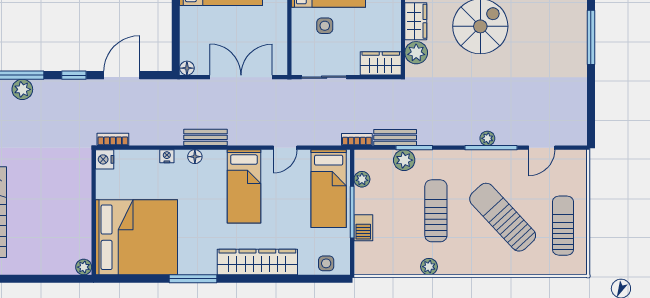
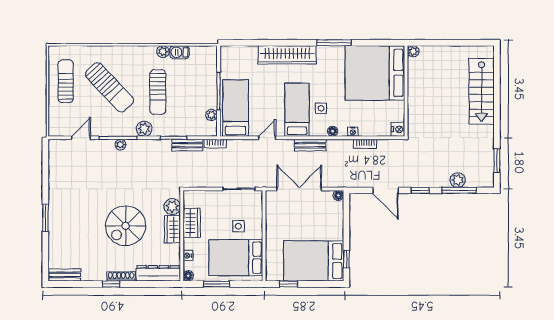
window: (591, 37) -> (45, 218), width x0.69
wardrobe: (381, 63) -> (192, 223), moved, turned -90
door: (122, 75) -> (385, 190), hinge flipped
double door: (241, 77) -> (299, 189), swing flipped
bench: (206, 137) -> (310, 145), moved
bookcase: (113, 139) -> (365, 144), moved
plant: (404, 160) -> (144, 129), moved
sun lounger: (563, 226) -> (66, 81), turned 180
barbecue: (363, 228) -> (179, 52), moved, turned -90
side table: (326, 263) -> (321, 108), moved

